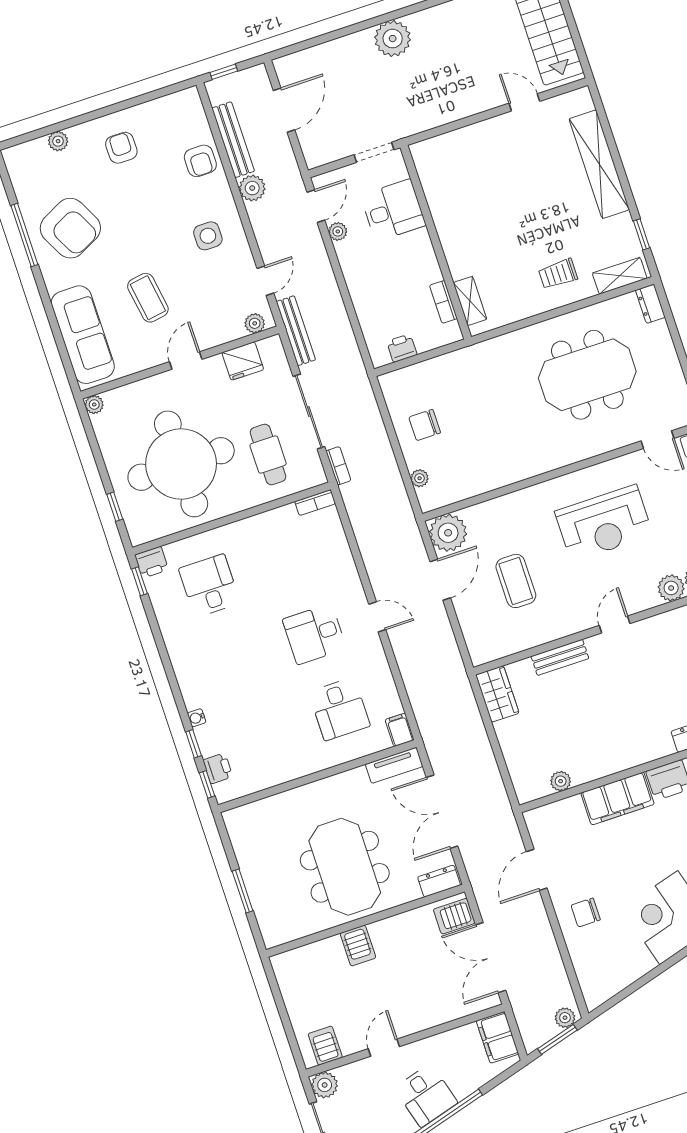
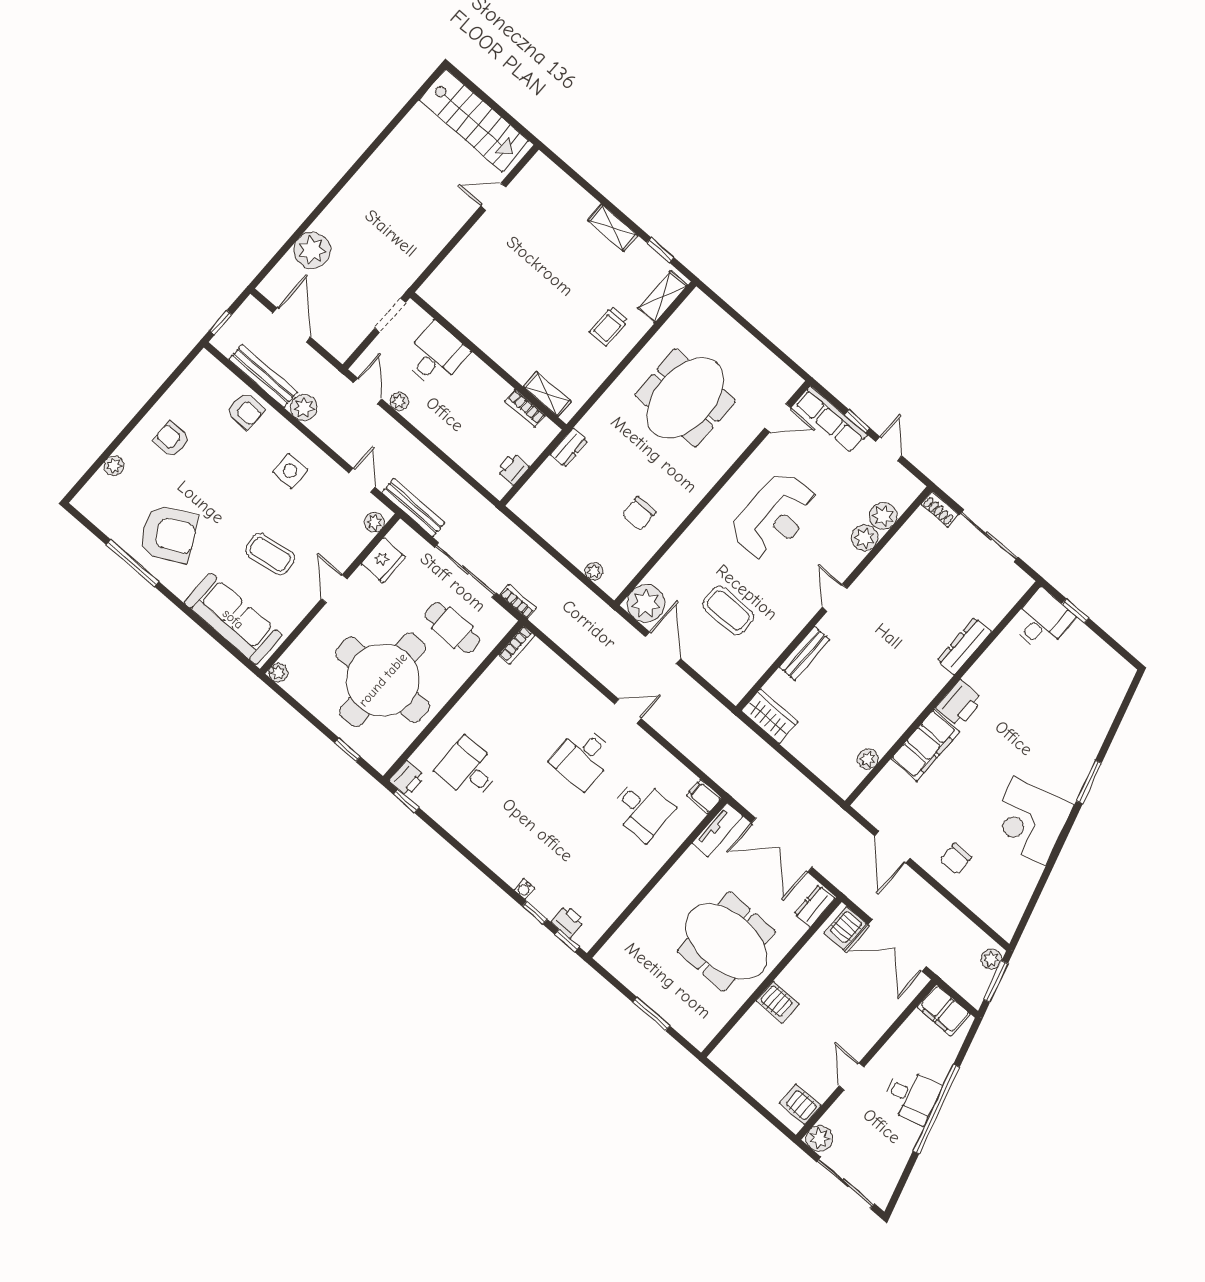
plant: (393, 39) -> (312, 250), moved
shelving: (599, 164) -> (613, 228), width x0.45, depth x0.75
dresser: (650, 304) -> (569, 448), moved, turned -90
chair: (425, 425) -> (639, 514), moved

